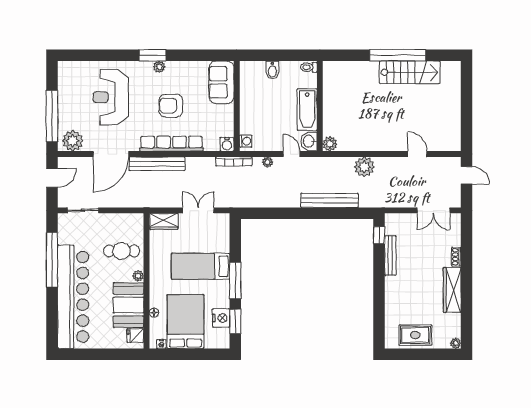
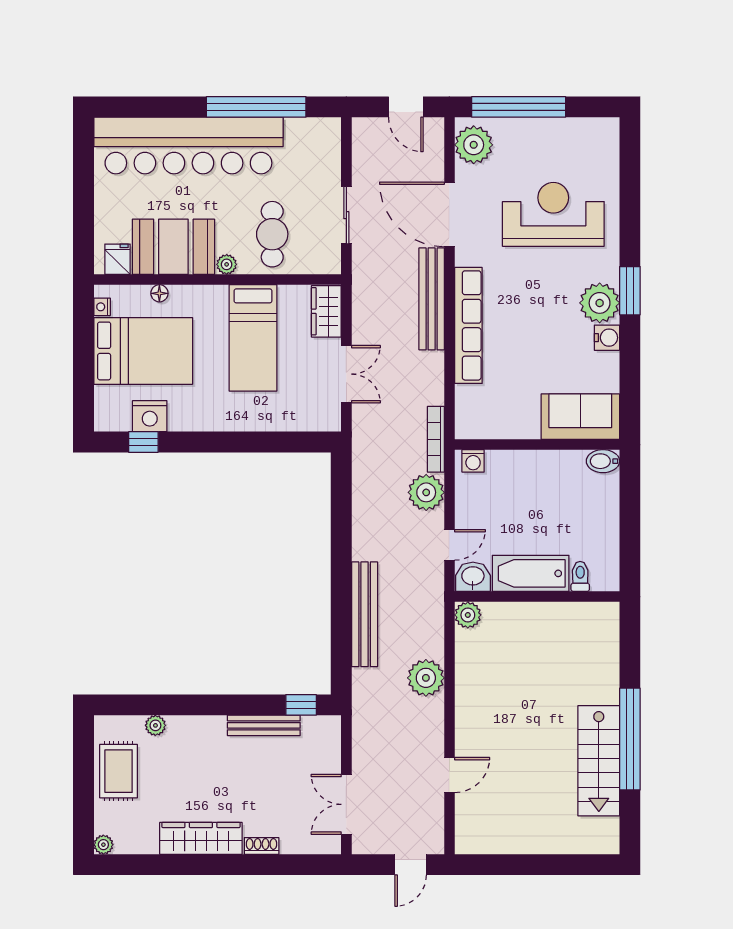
plant: (159, 67) -> (600, 303), width x1.87, depth x1.87
toilet: (309, 67) -> (580, 576), moved
bidet: (272, 70) -> (603, 461), moved
armchair: (171, 106) -> (538, 324), removed
water cooler: (227, 144) -> (607, 338), moved, turned 180
plant: (268, 162) -> (426, 492), width x1.88, depth x1.88
sliding door: (83, 210) -> (346, 215), moved
bed: (201, 266) -> (253, 338), moved, turned 180
window: (235, 281) -> (218, 442), removed
plant: (390, 315) -> (155, 725), added
window: (235, 321) -> (143, 442), width x0.67

